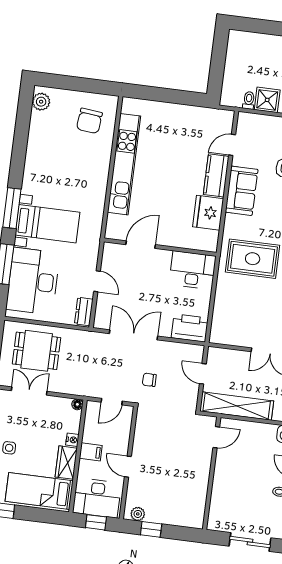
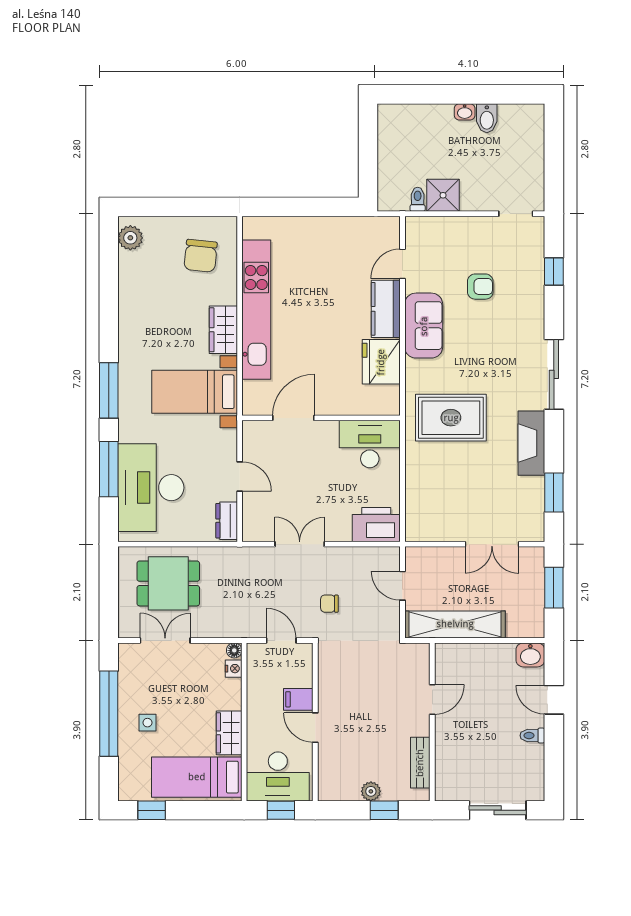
wardrobe: (99, 175) -> (223, 330), added
bed with nightstands: (47, 224) -> (195, 392), moved, turned 180
double door: (134, 335) -> (300, 544), width x0.73
door: (112, 402) -> (281, 640), swing flipped
door: (216, 437) -> (432, 699), moved
nightstand: (72, 440) -> (234, 669), moved
filing cabinet: (91, 452) -> (298, 699), moved, turned 180
bench: (199, 501) -> (420, 763), added
plant: (138, 514) -> (371, 791), moved
window: (151, 529) -> (384, 810), moved

